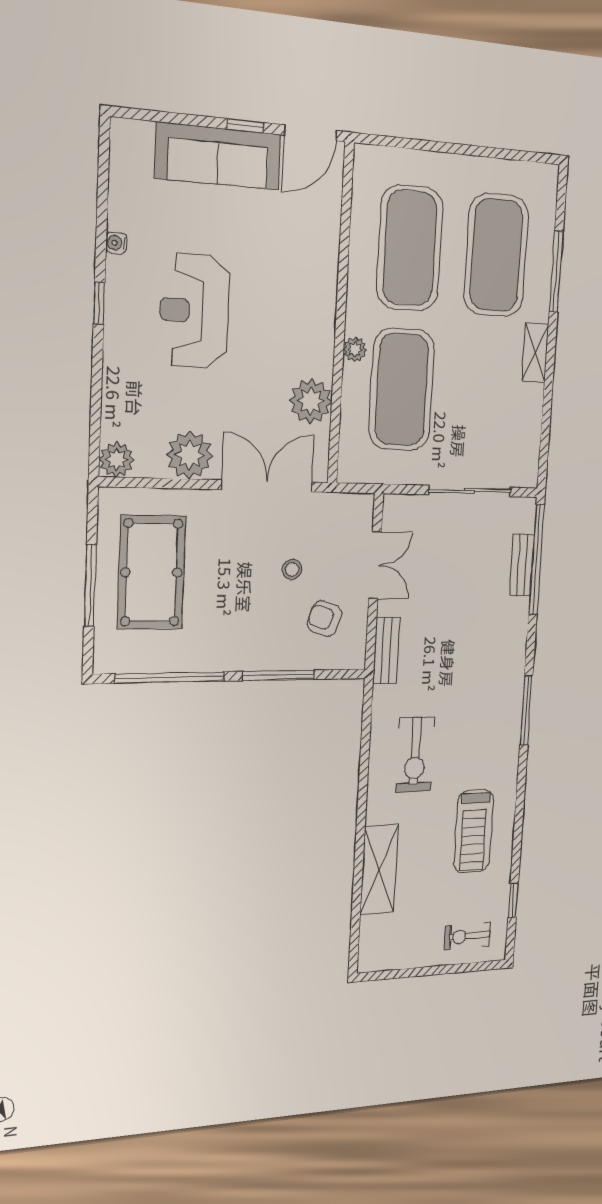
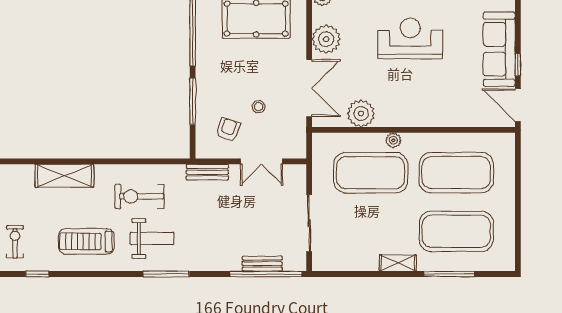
weight bench: (476, 733) -> (152, 238), added

